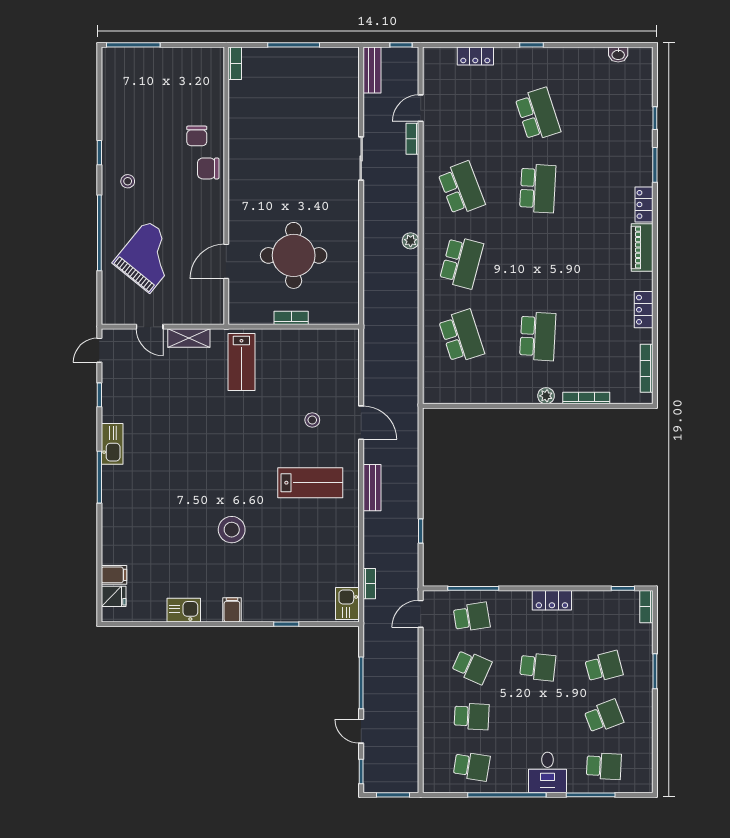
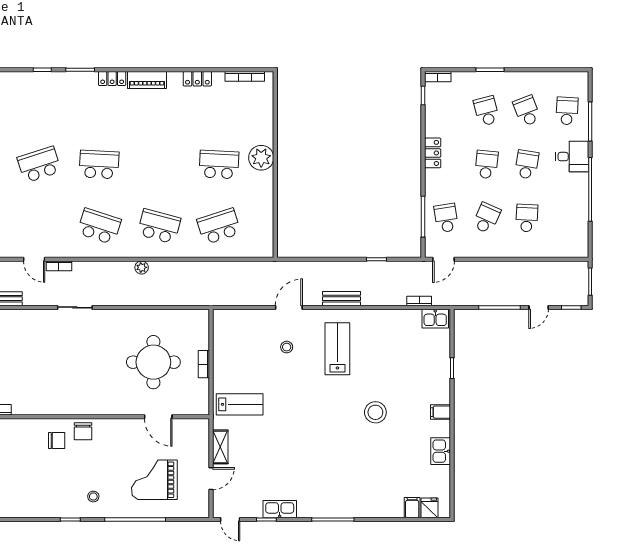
school desk: (461, 188) -> (99, 226), turned 39
grand piano: (148, 257) -> (154, 480), turned -39
plant: (546, 396) -> (261, 158), width x1.87, depth x1.87
bookcase: (586, 398) -> (269, 125), removed
kitchen sink: (112, 444) -> (280, 509), moved
door: (421, 614) -> (444, 259), hinge flipped
school desk: (472, 766) -> (527, 164), moved

